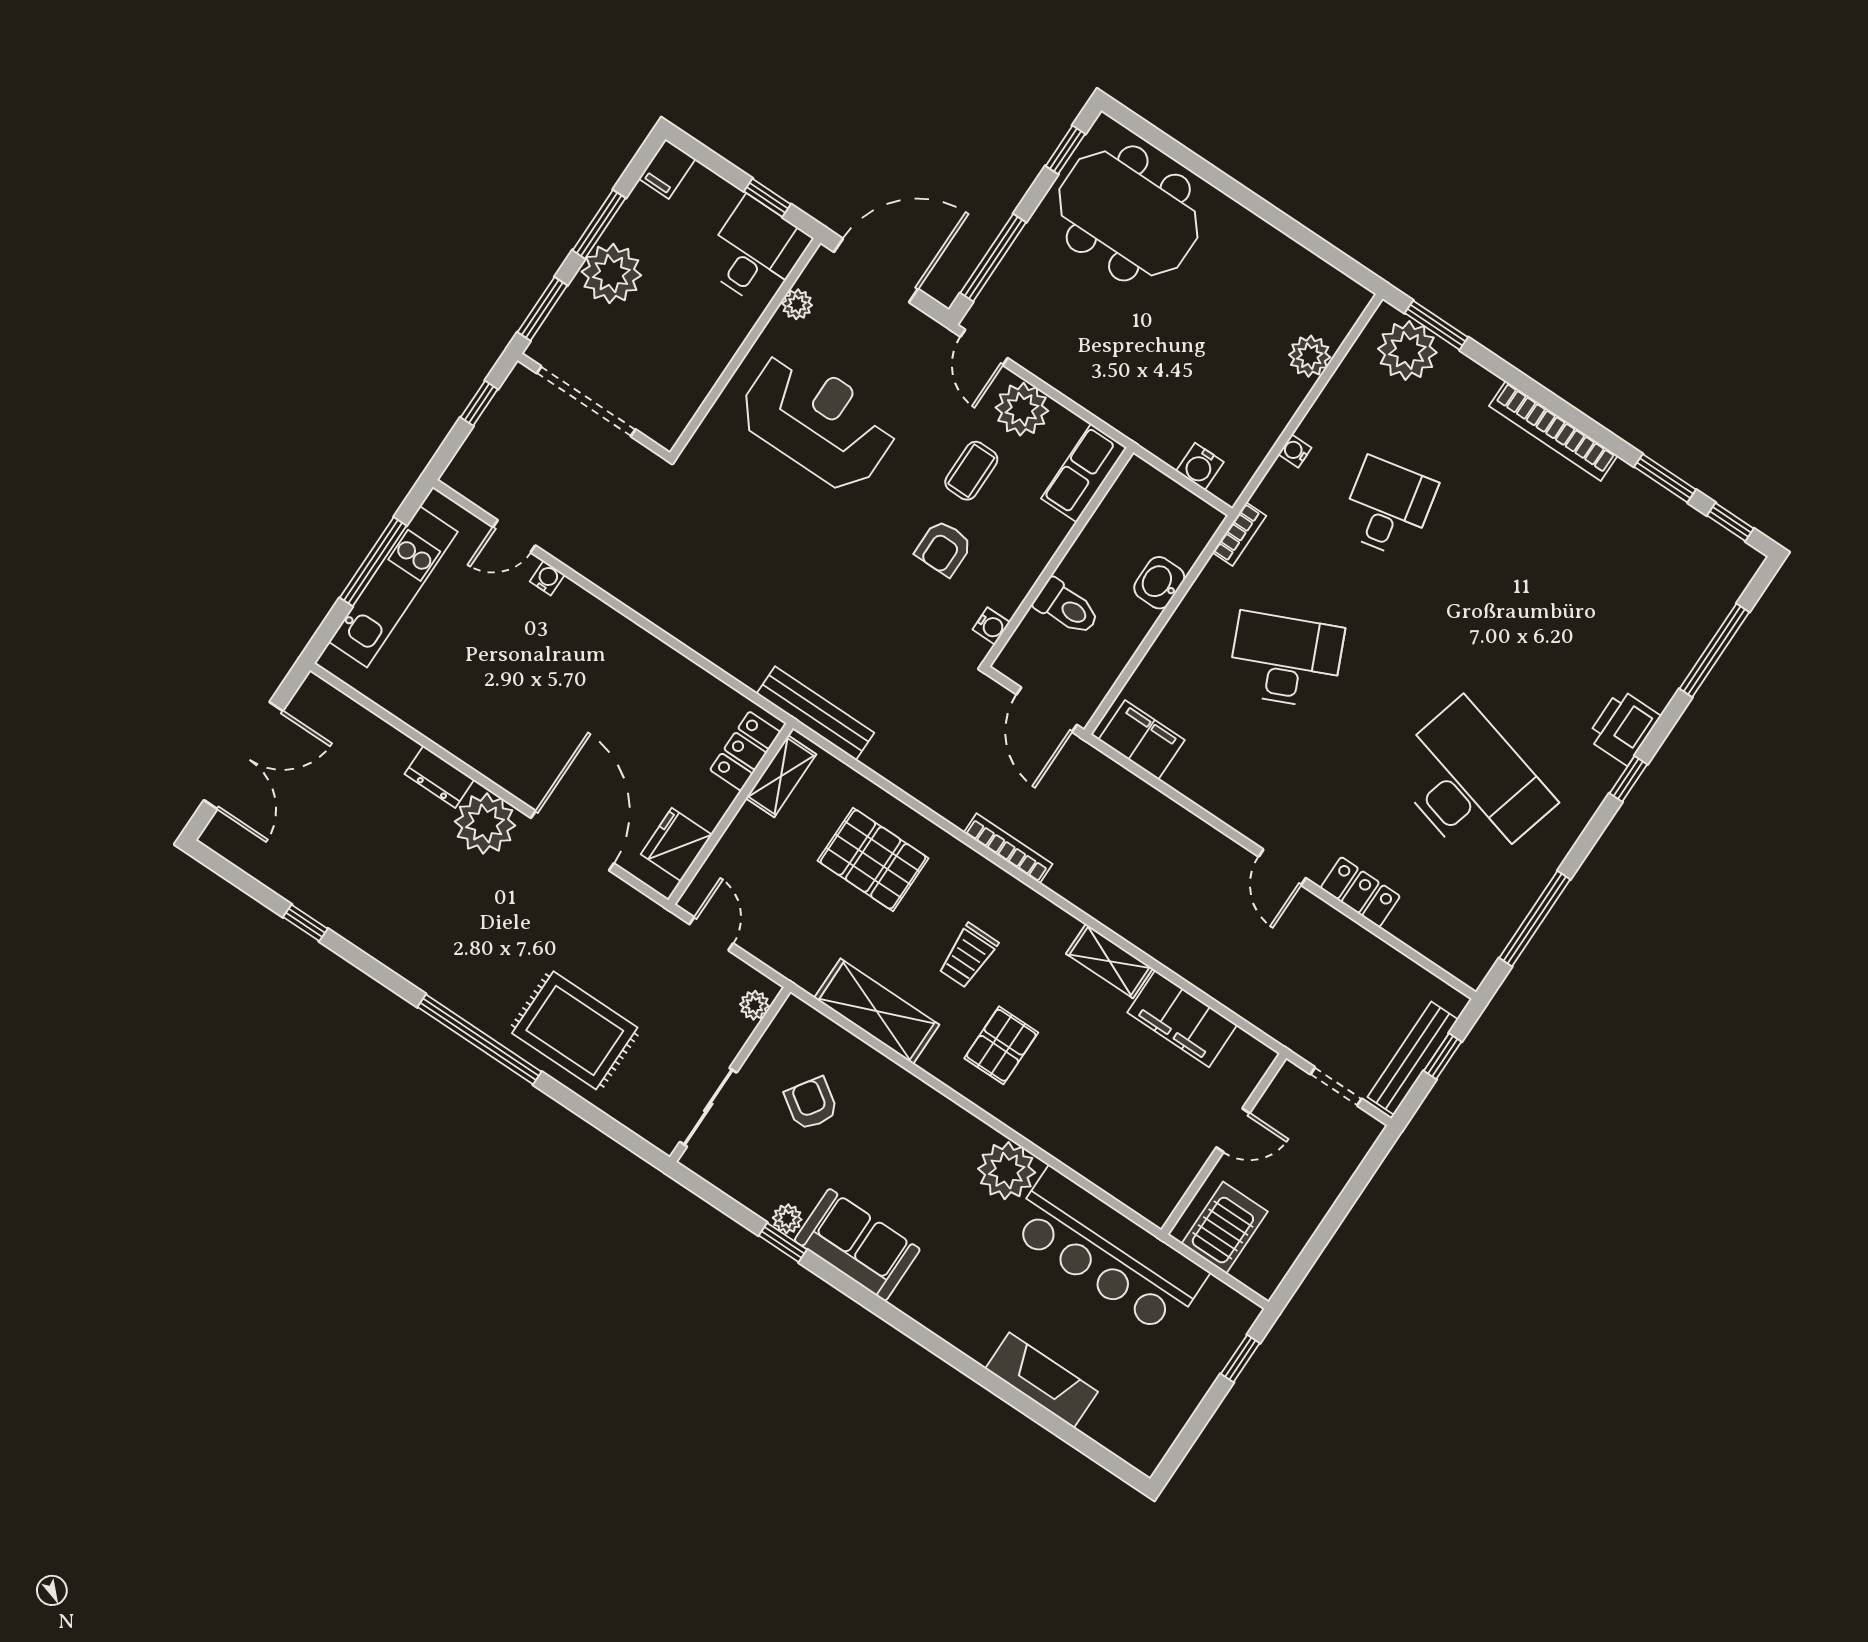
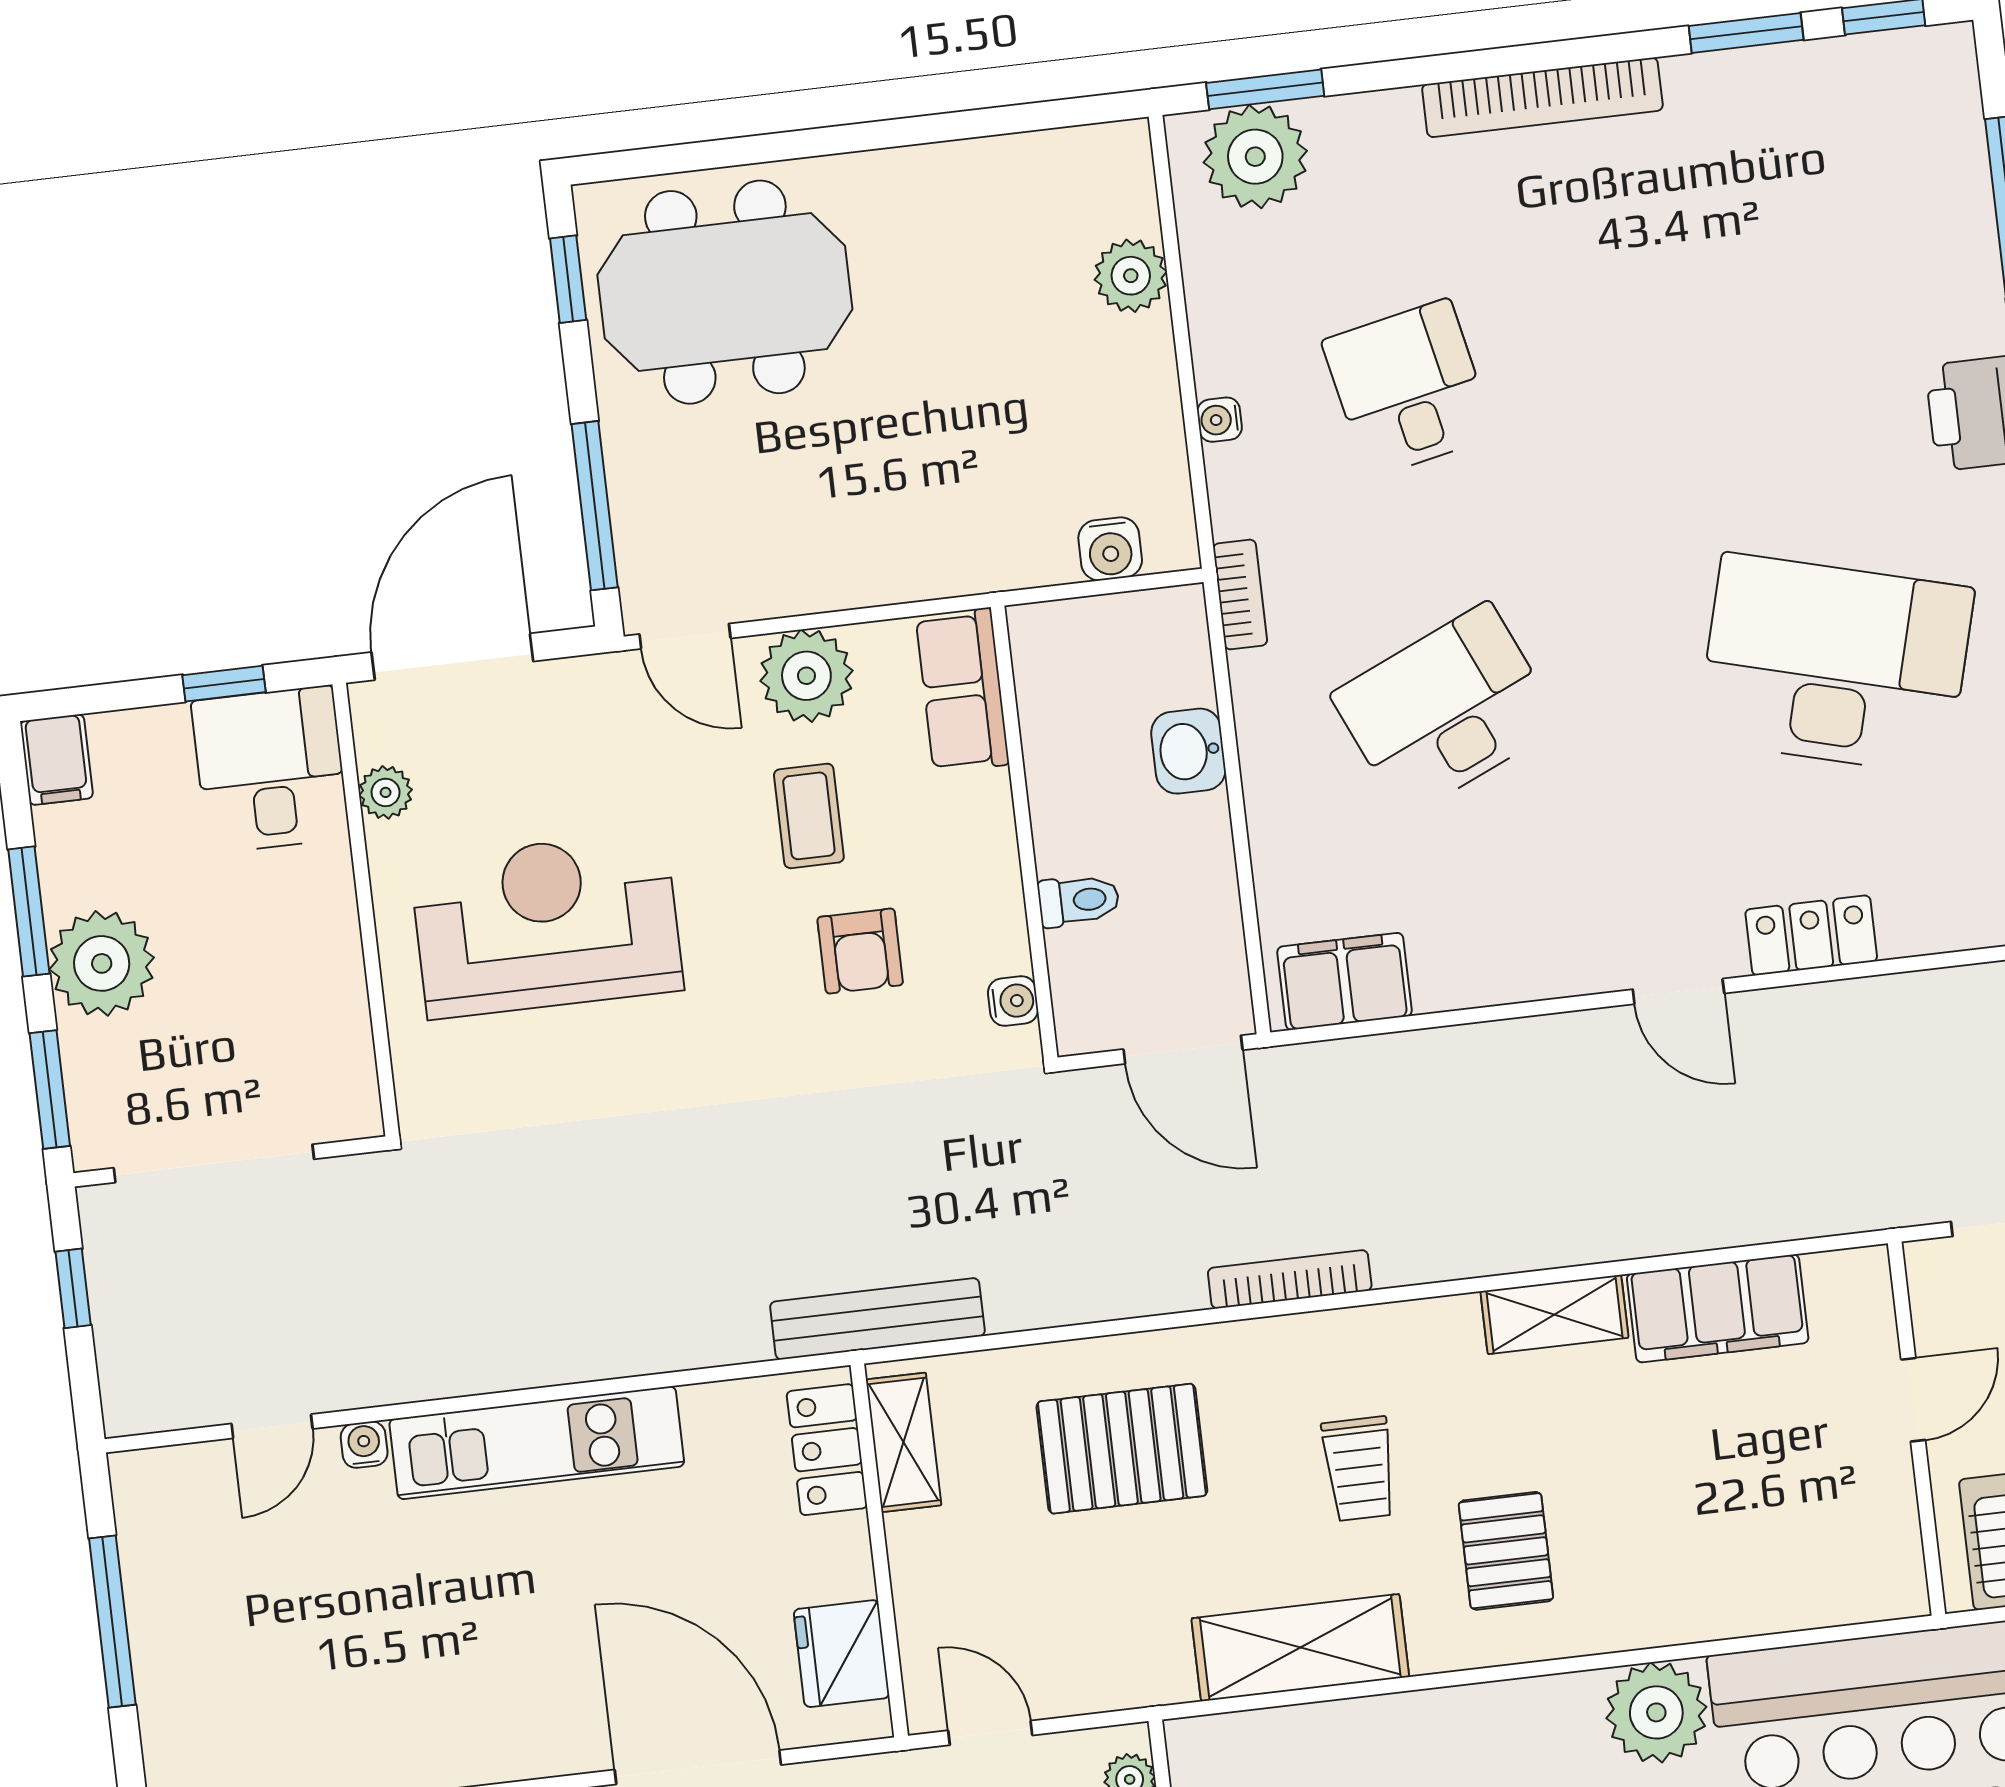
kitchen unit: (393, 587) -> (537, 1443), moved, turned 90
toilet: (1067, 607) -> (1079, 900), width x0.73, depth x0.72

